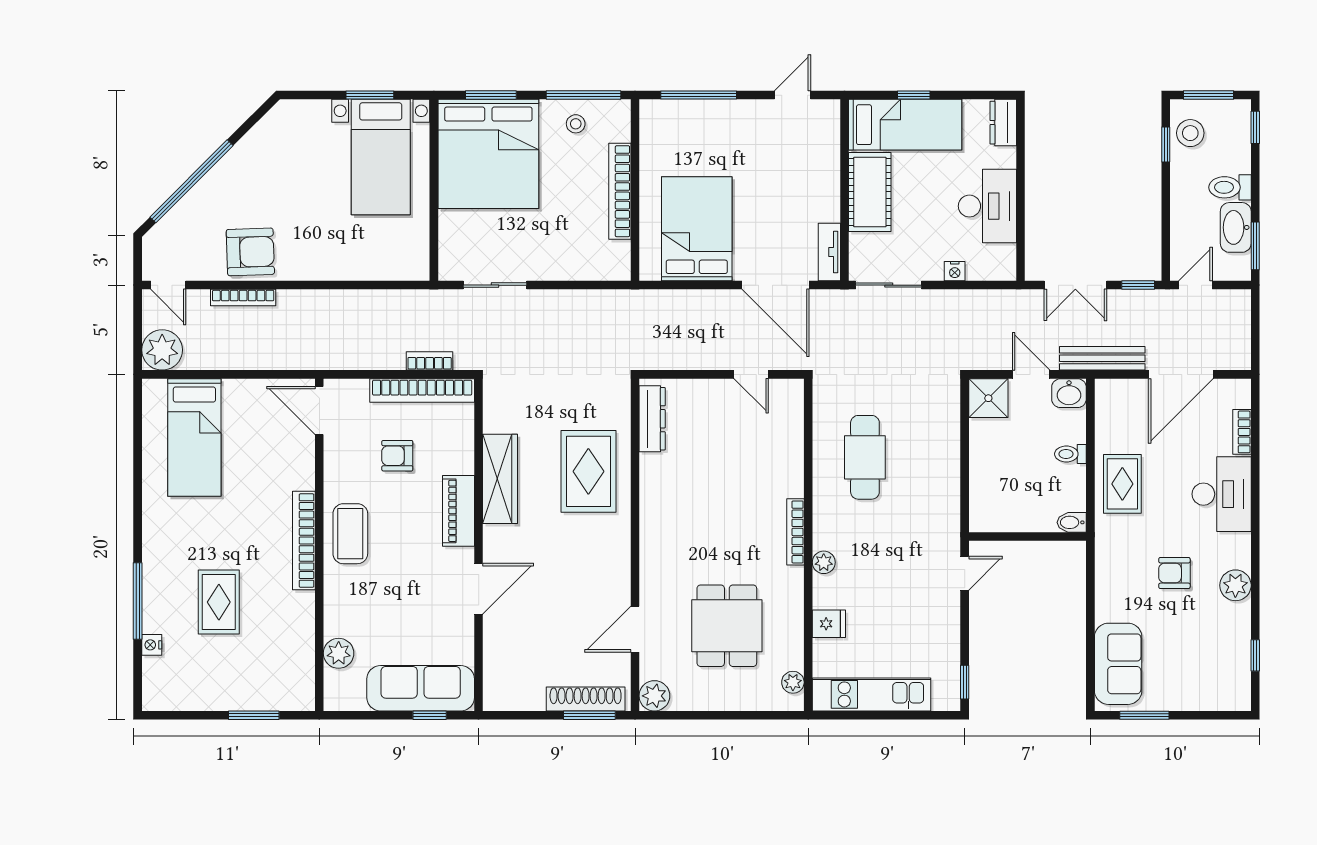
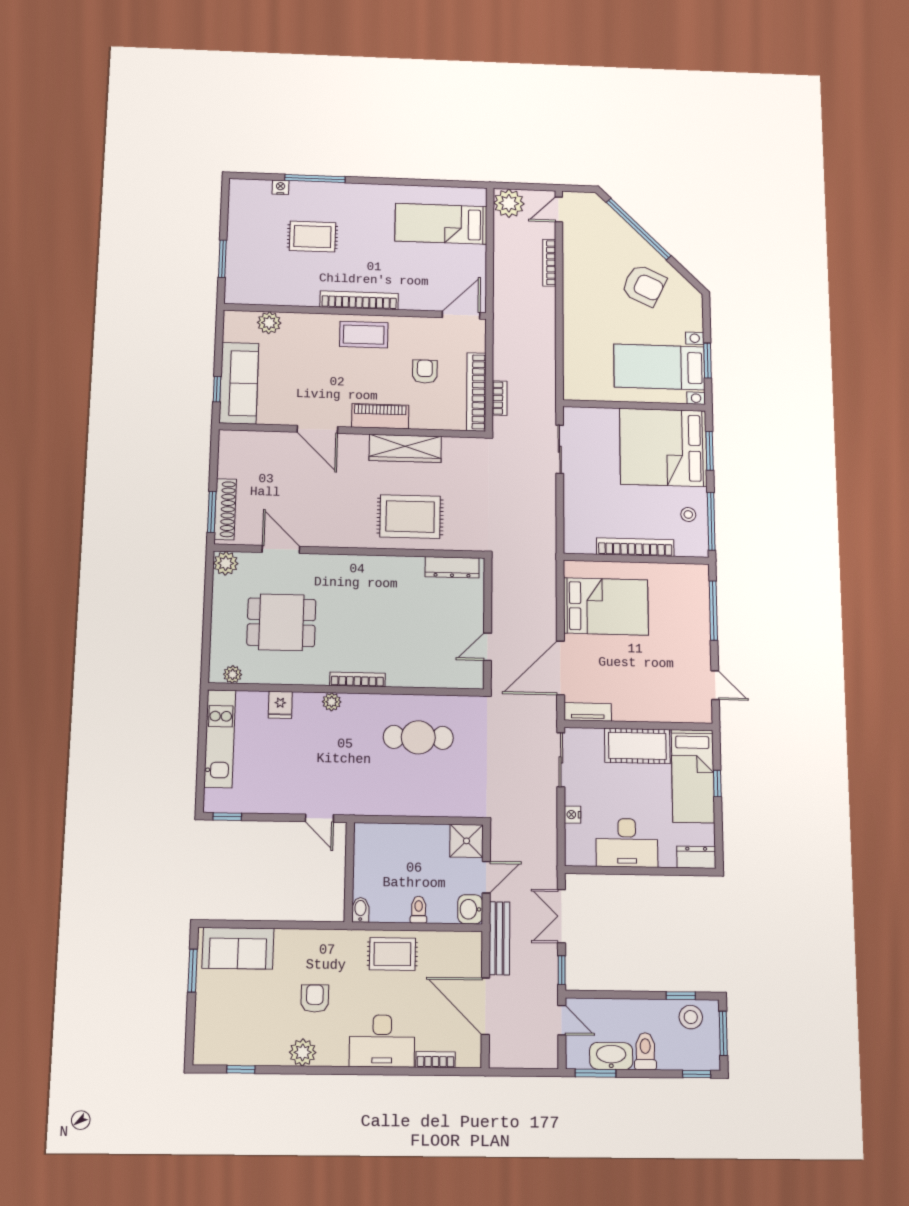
armchair: (250, 252) -> (644, 285), moved, turned -63

